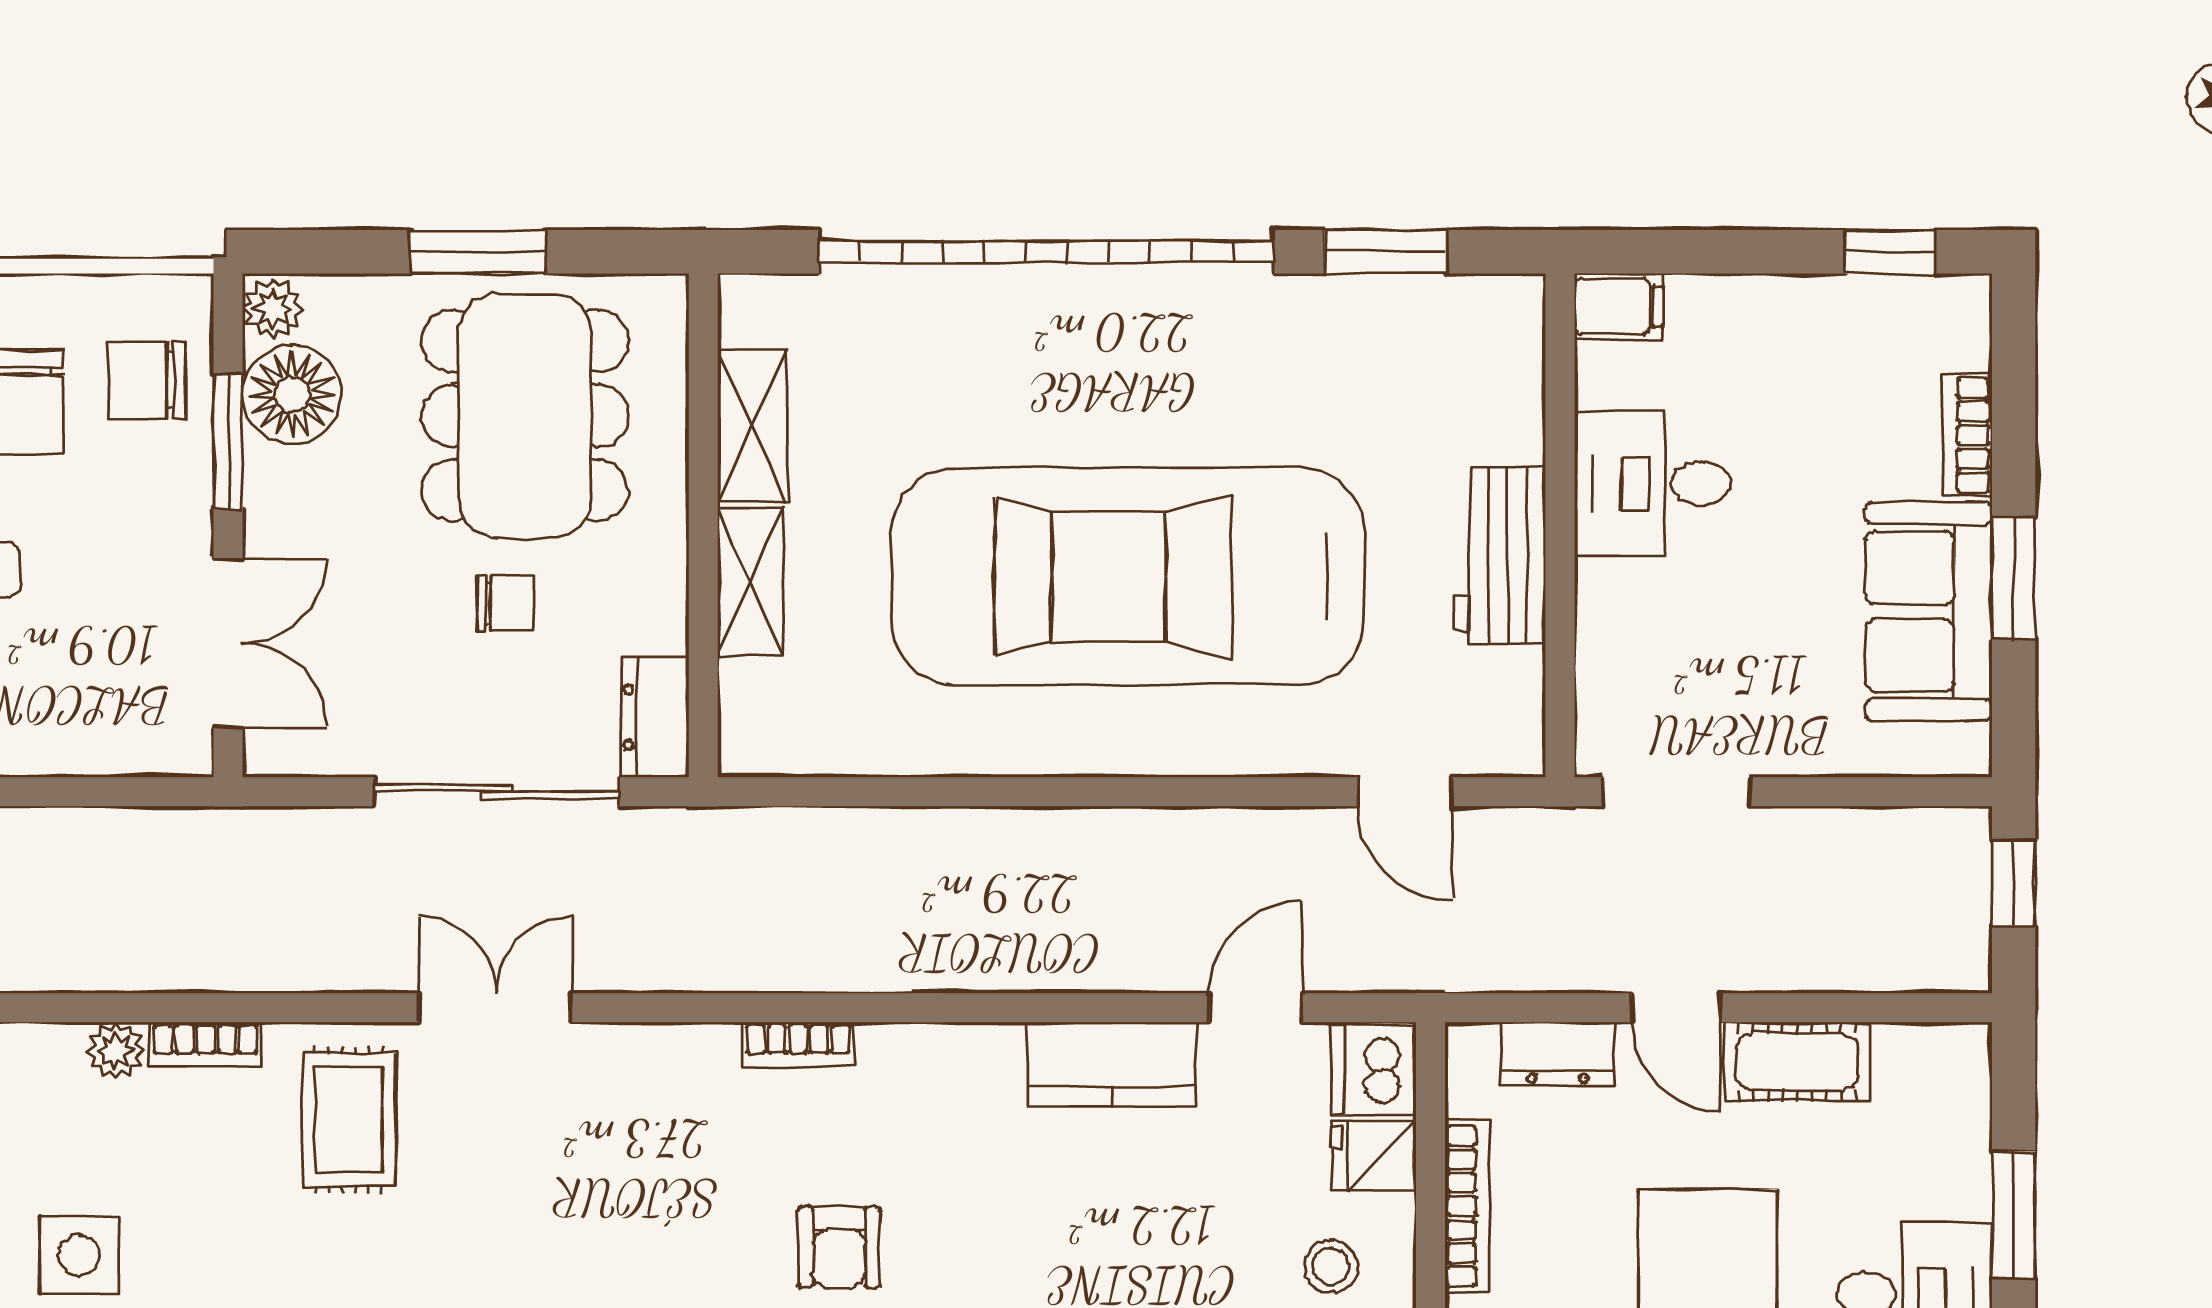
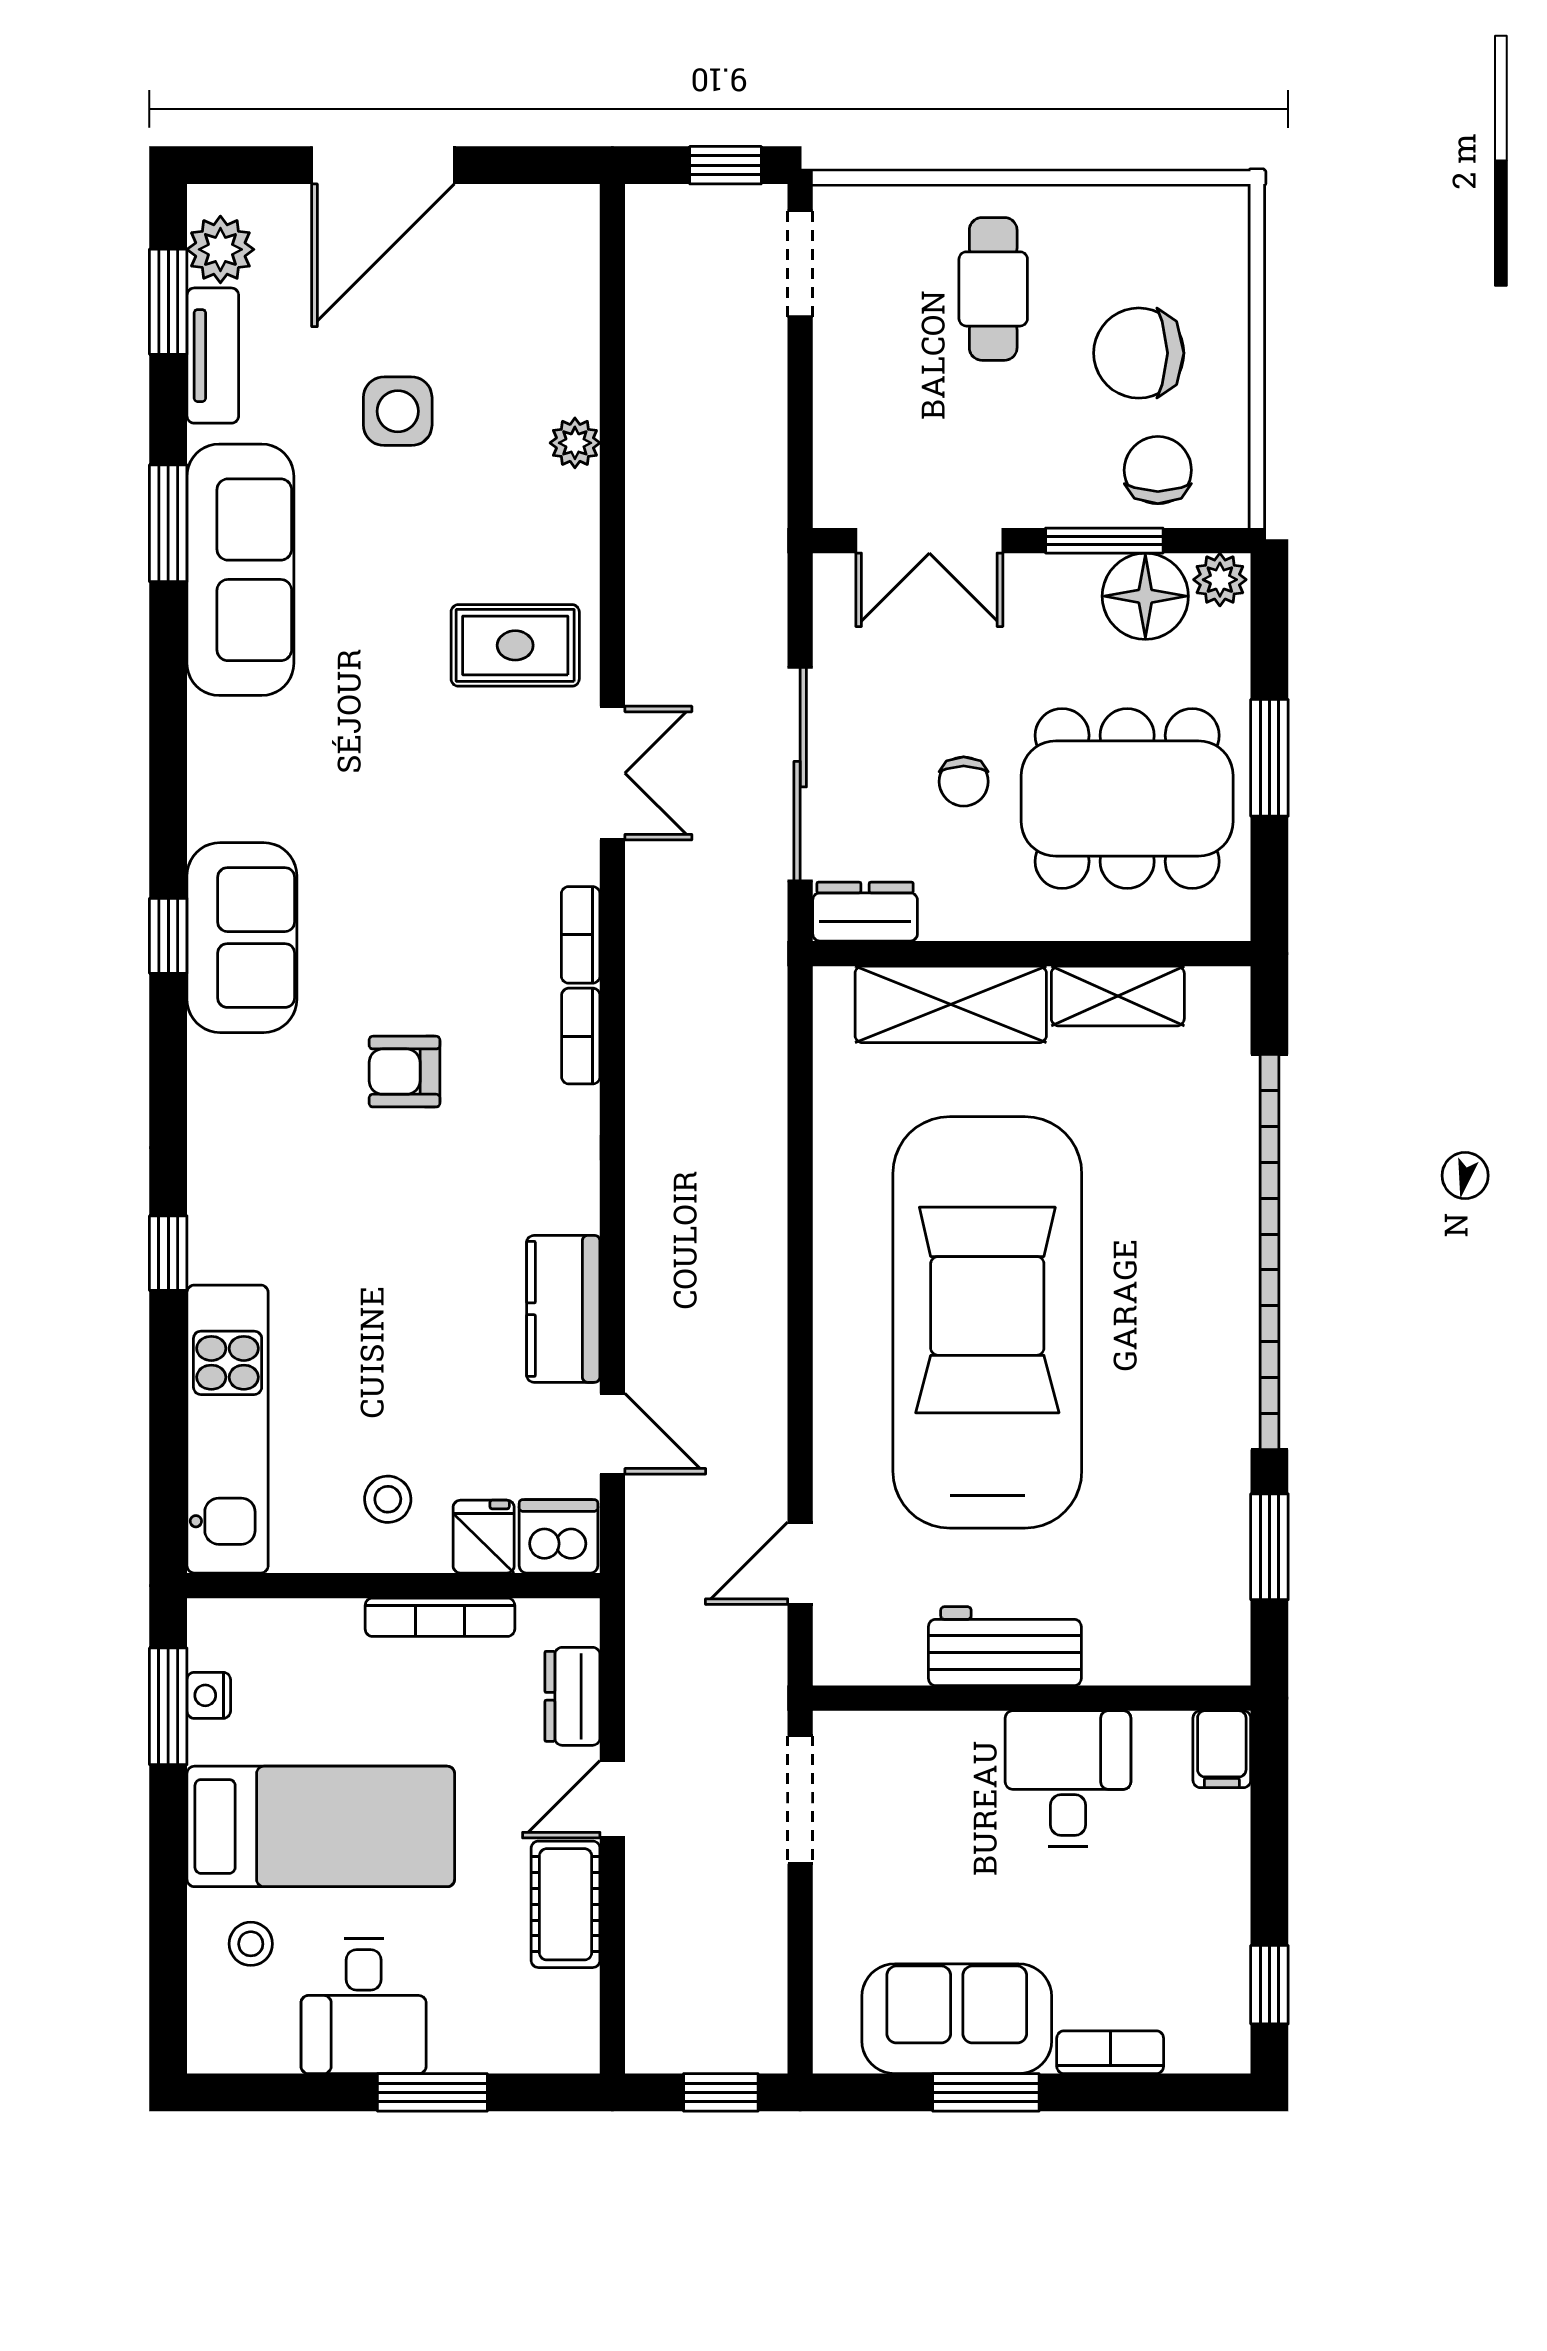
shelving: (751, 582) -> (951, 1004), width x1.50, depth x1.33
bookcase: (206, 1044) -> (581, 935), moved

